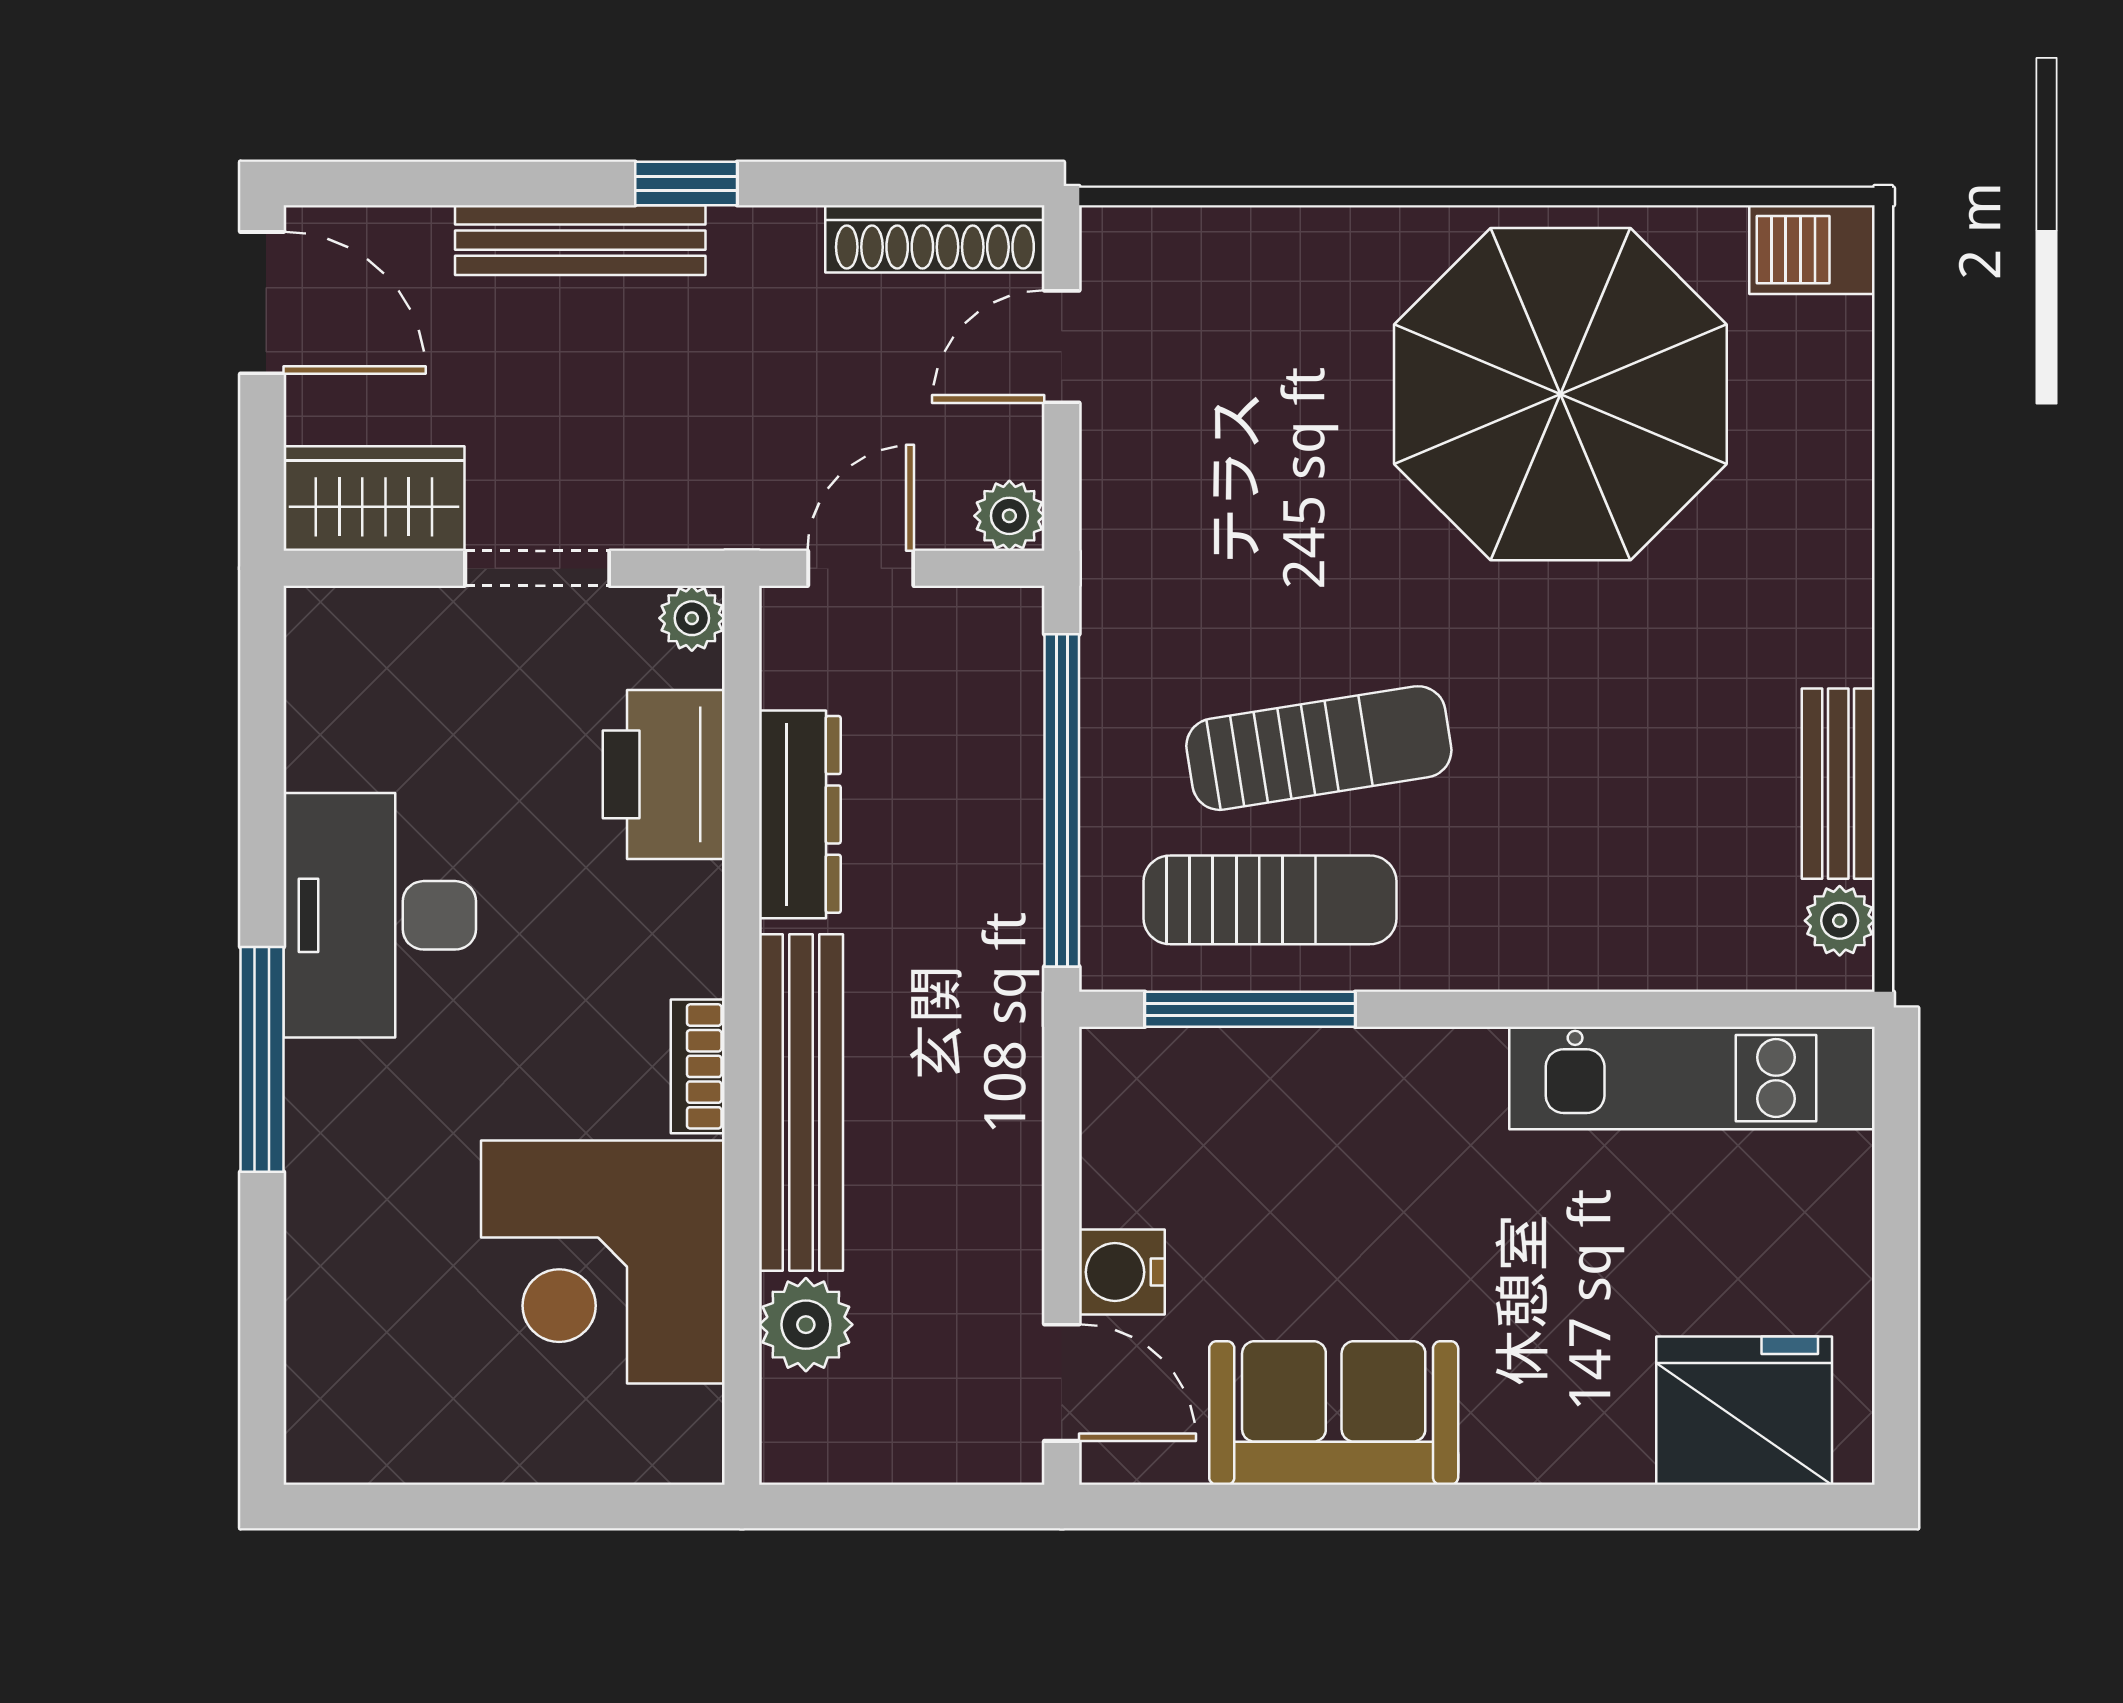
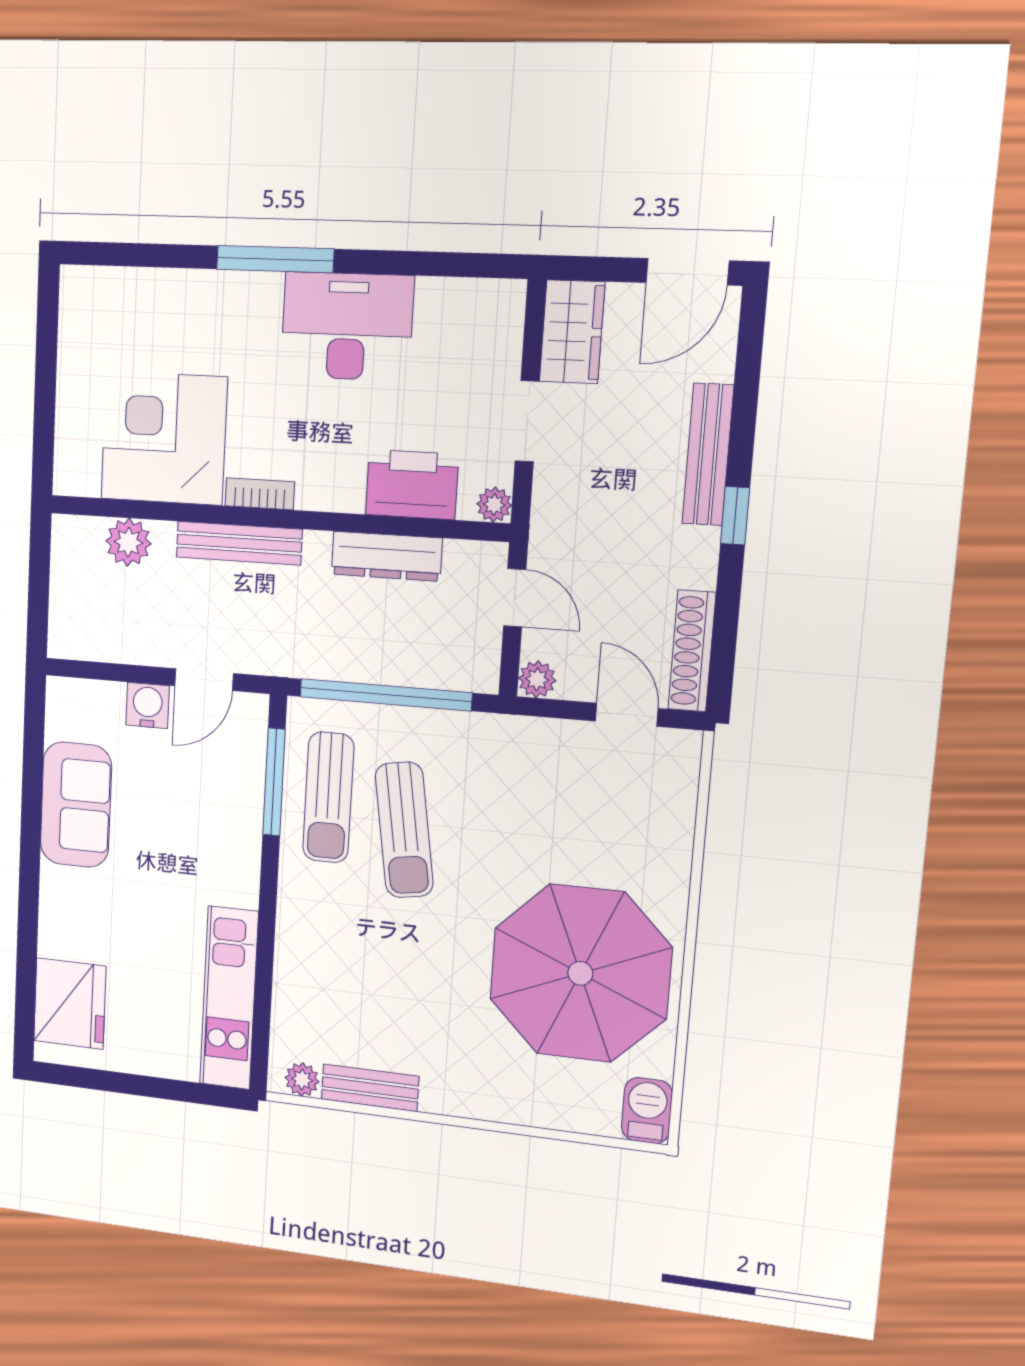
bench: (801, 1103) -> (239, 543), width x0.73, depth x0.82
door: (1062, 1383) -> (204, 680), moved

